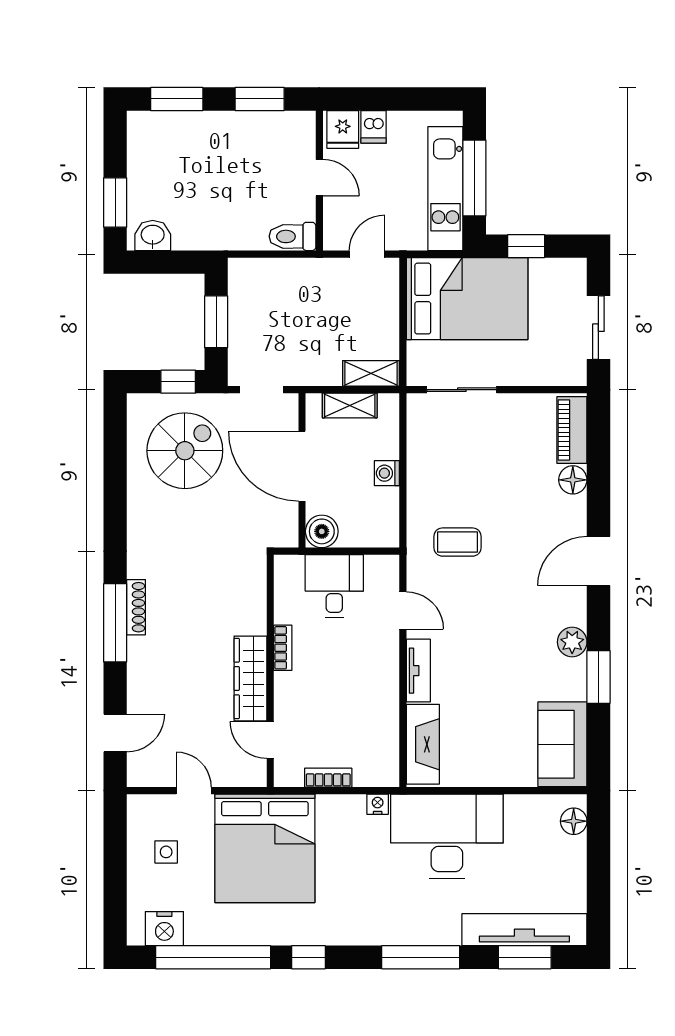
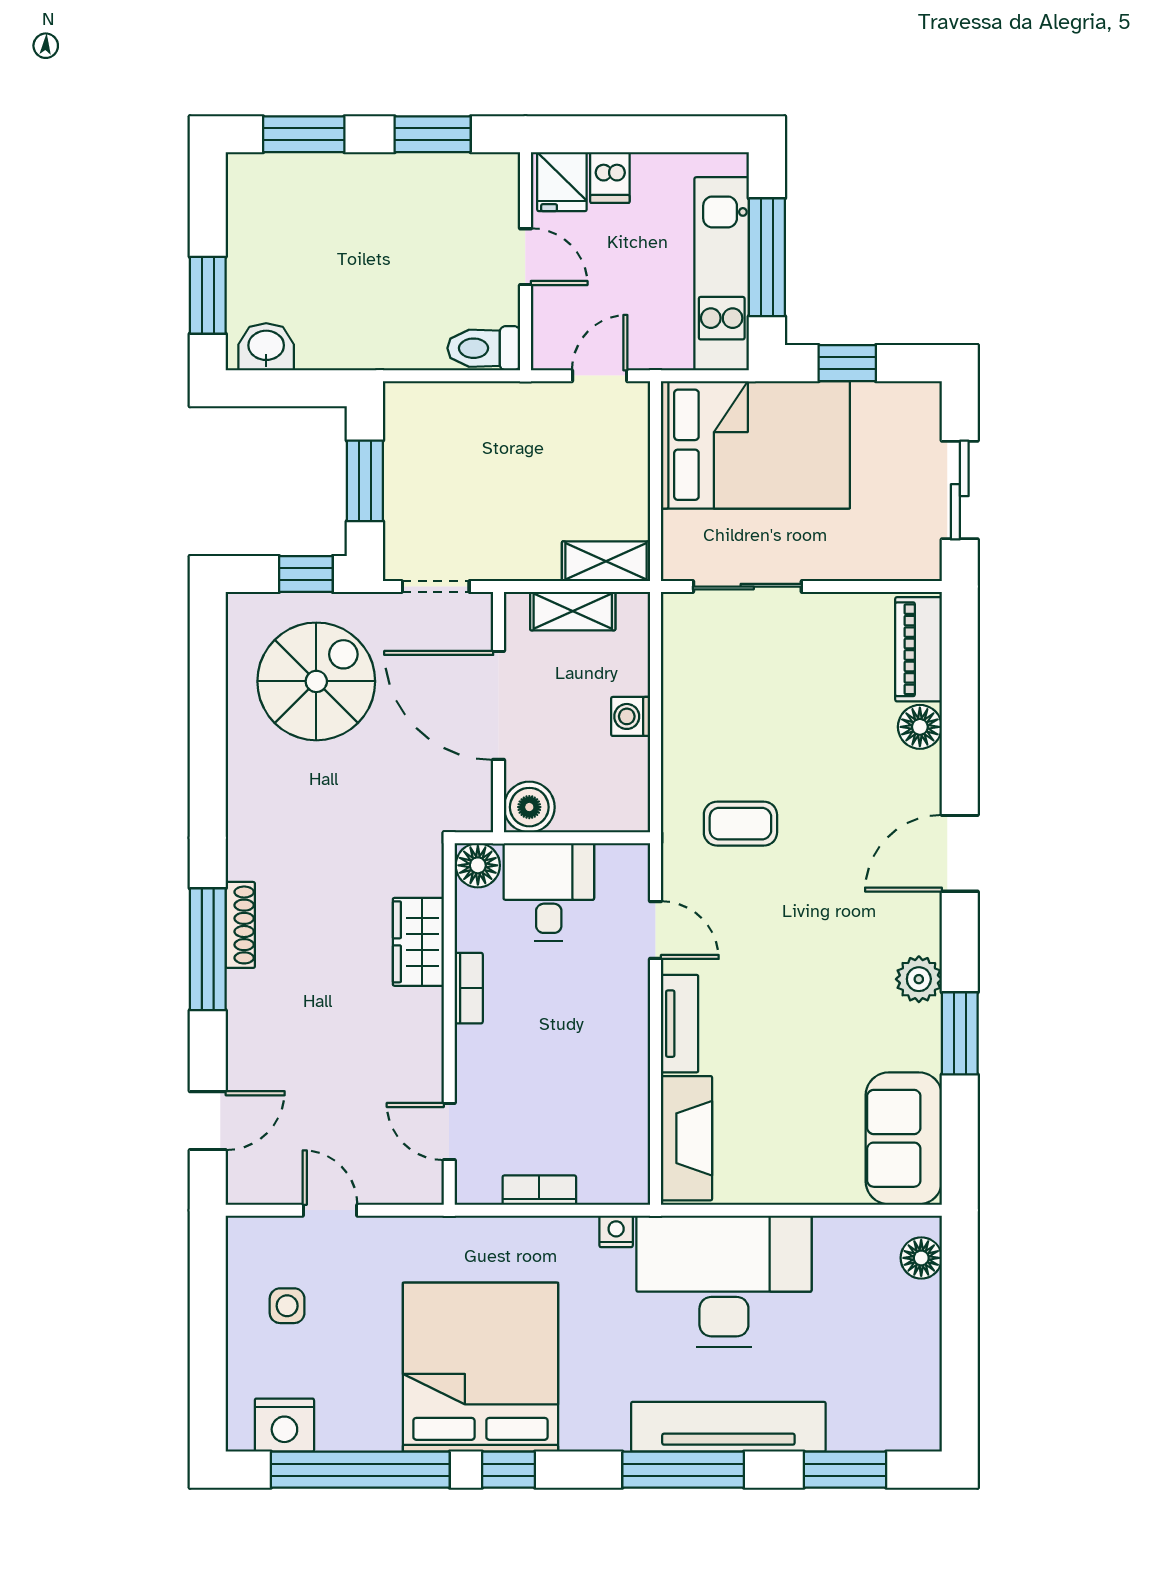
floor lamp: (289, 569) -> (478, 865), added
wardrobe: (250, 678) -> (418, 942), moved, width x0.67
bed: (265, 848) -> (480, 1367), moved, turned 180
tv unit: (524, 930) -> (728, 1427), moved

